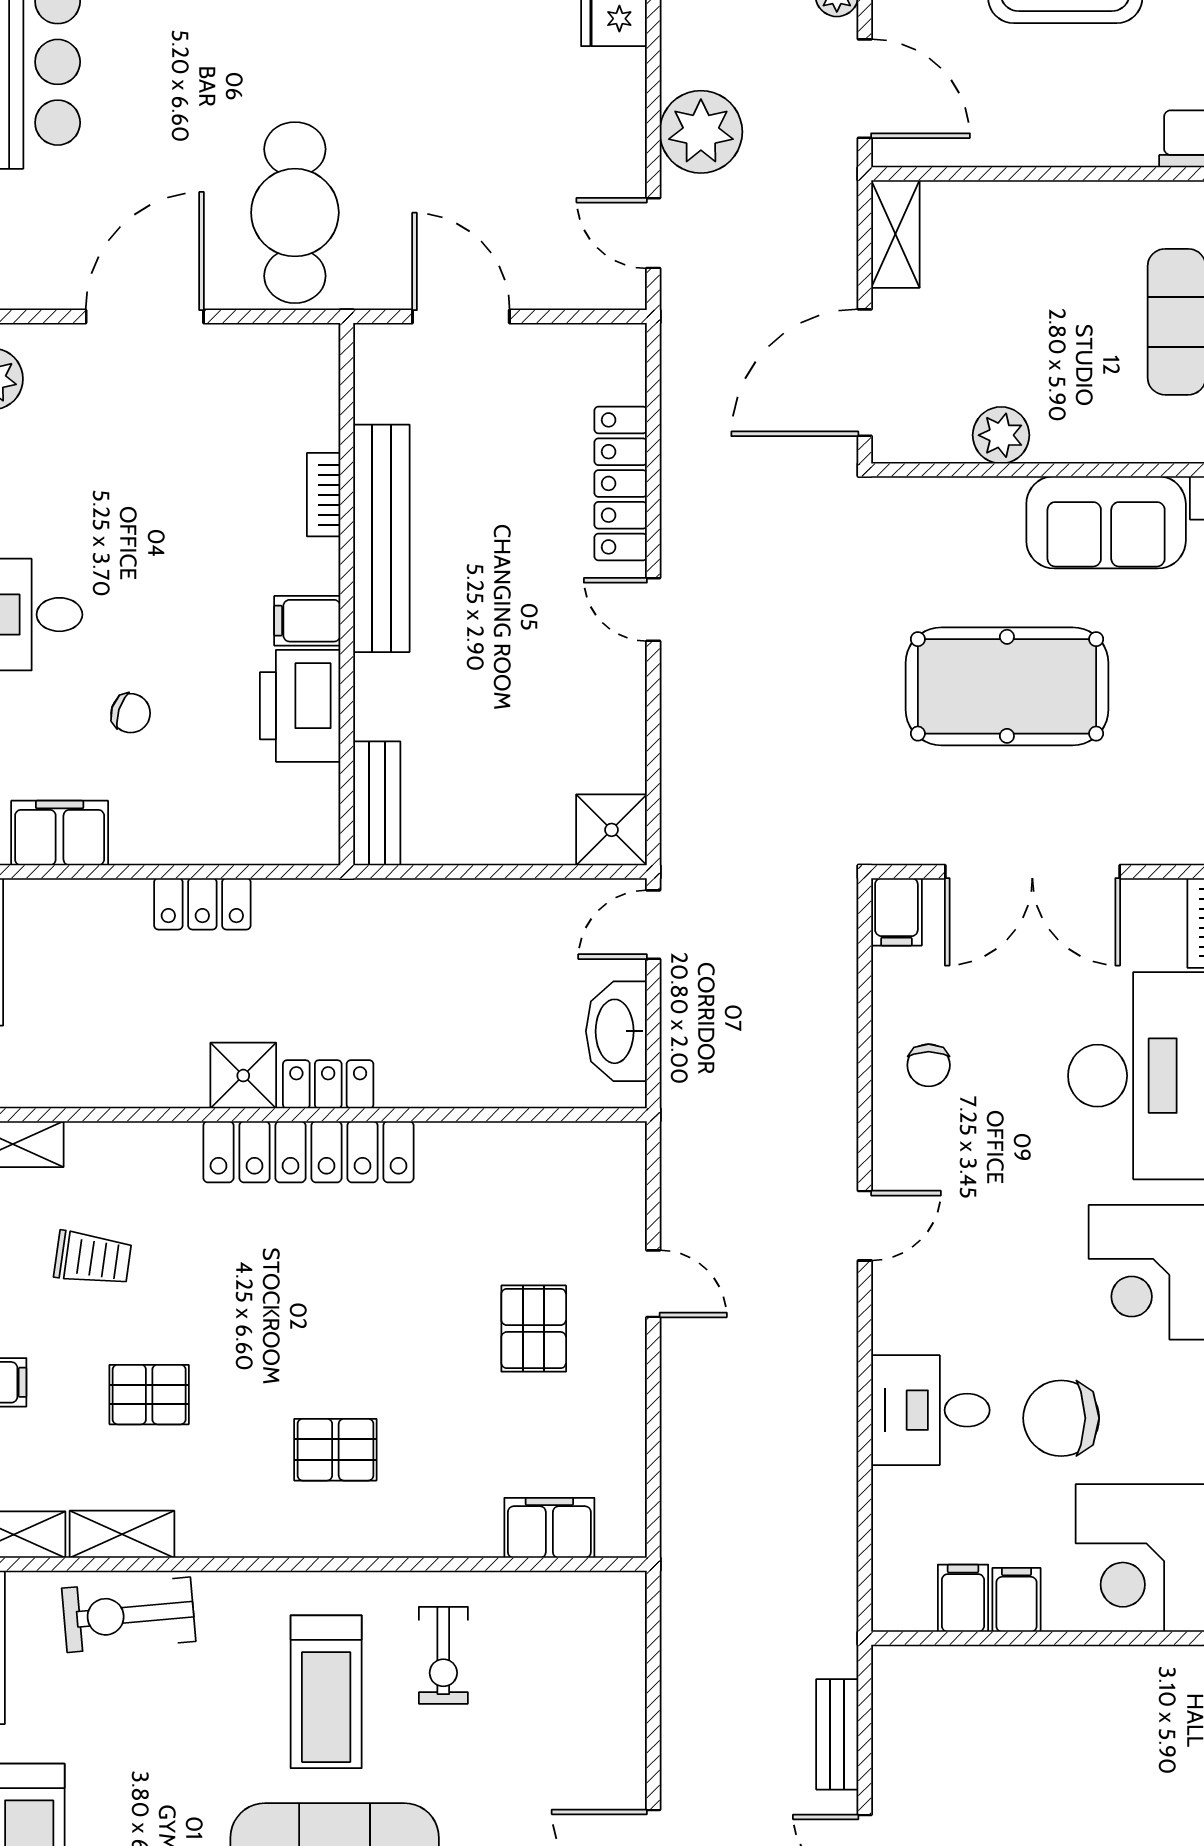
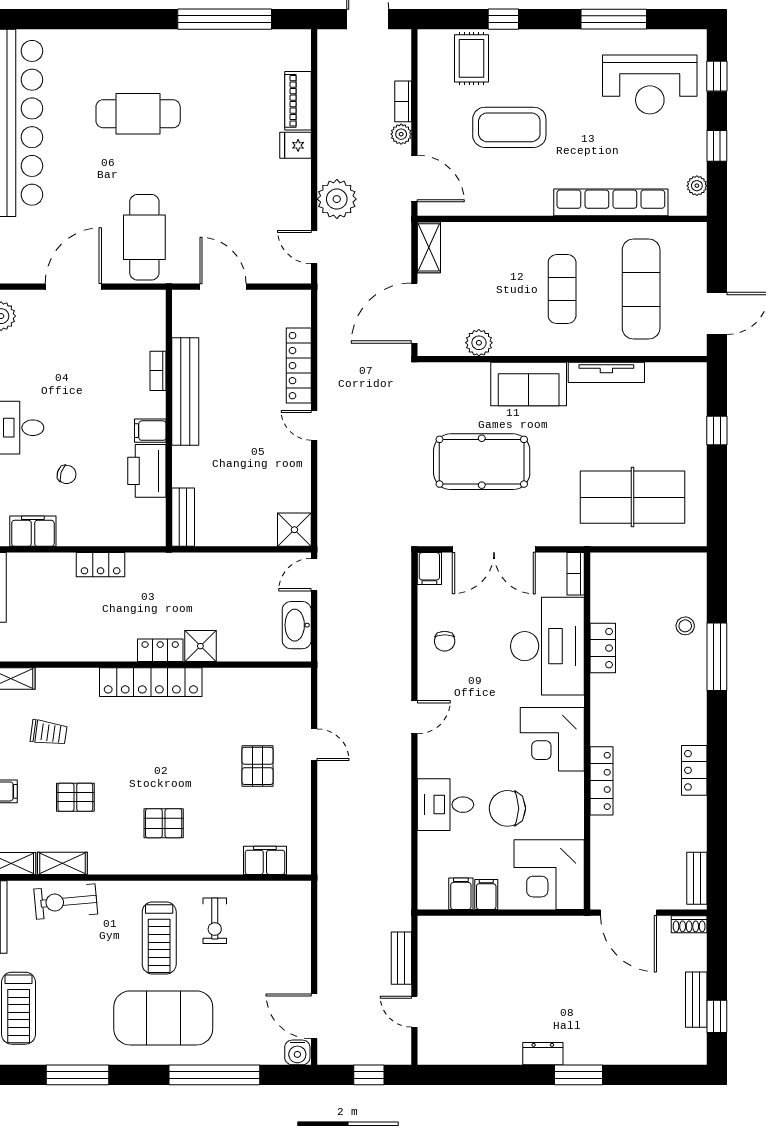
shower: (243, 1076) -> (200, 646), moved

